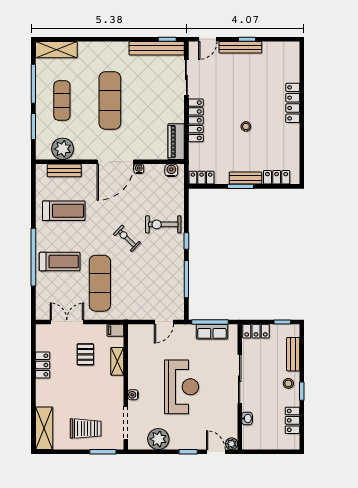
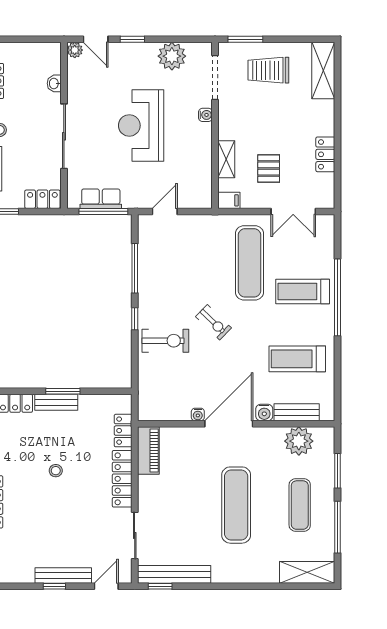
water cooler: (171, 170) -> (264, 412), moved
locker: (202, 178) -> (123, 431), moved, turned 90

